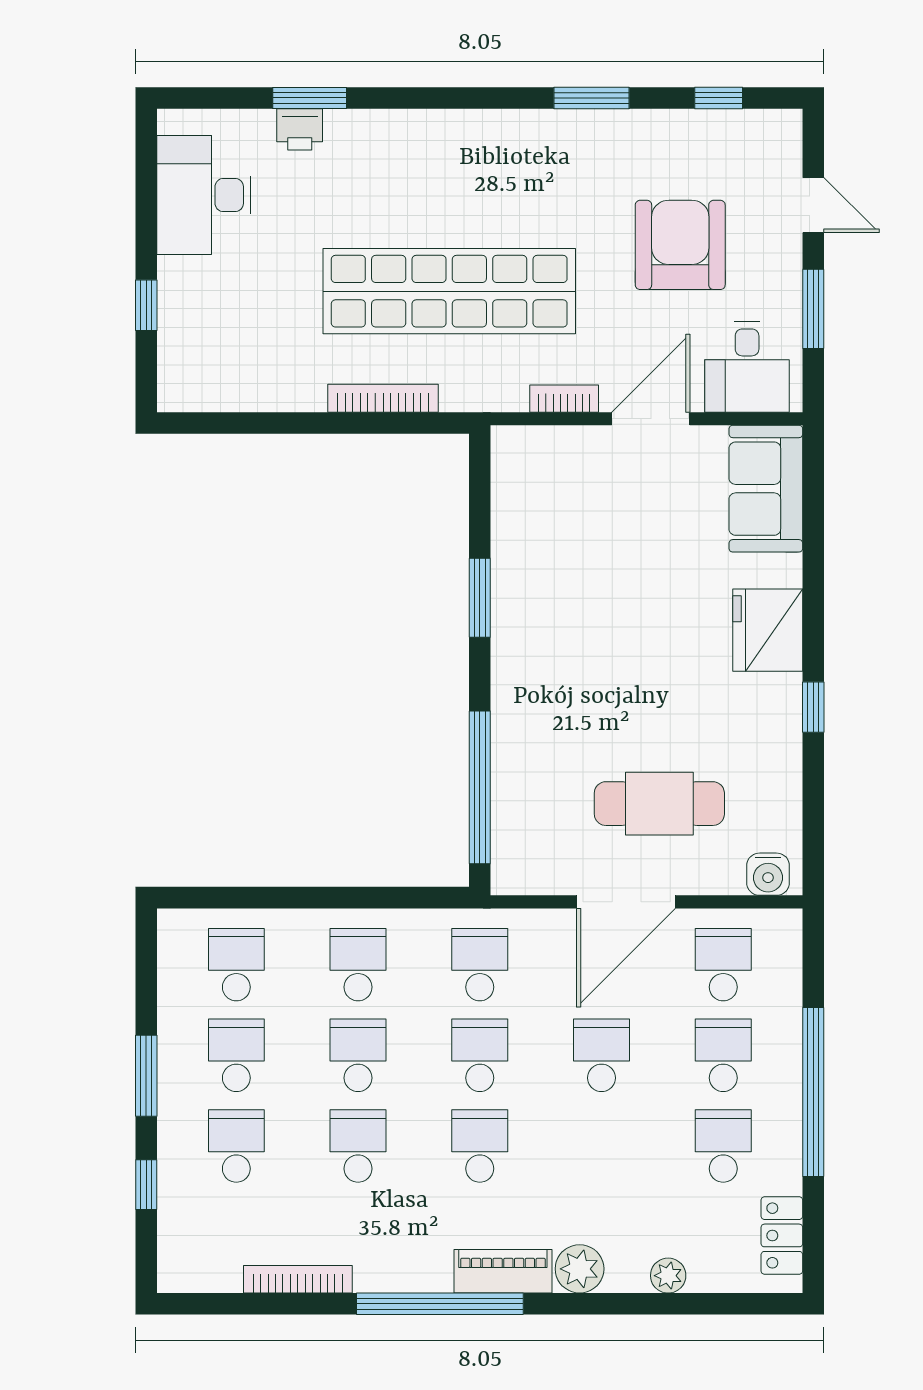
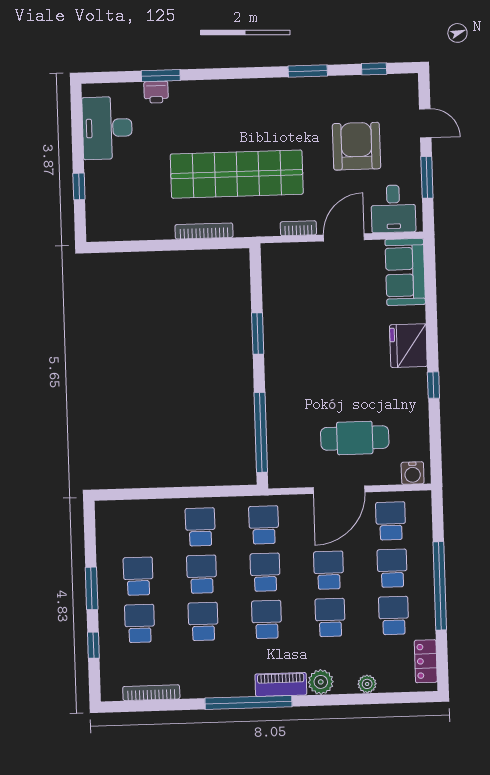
school desk: (236, 965) -> (330, 618), moved
bookcase: (298, 1279) -> (151, 693), moved

